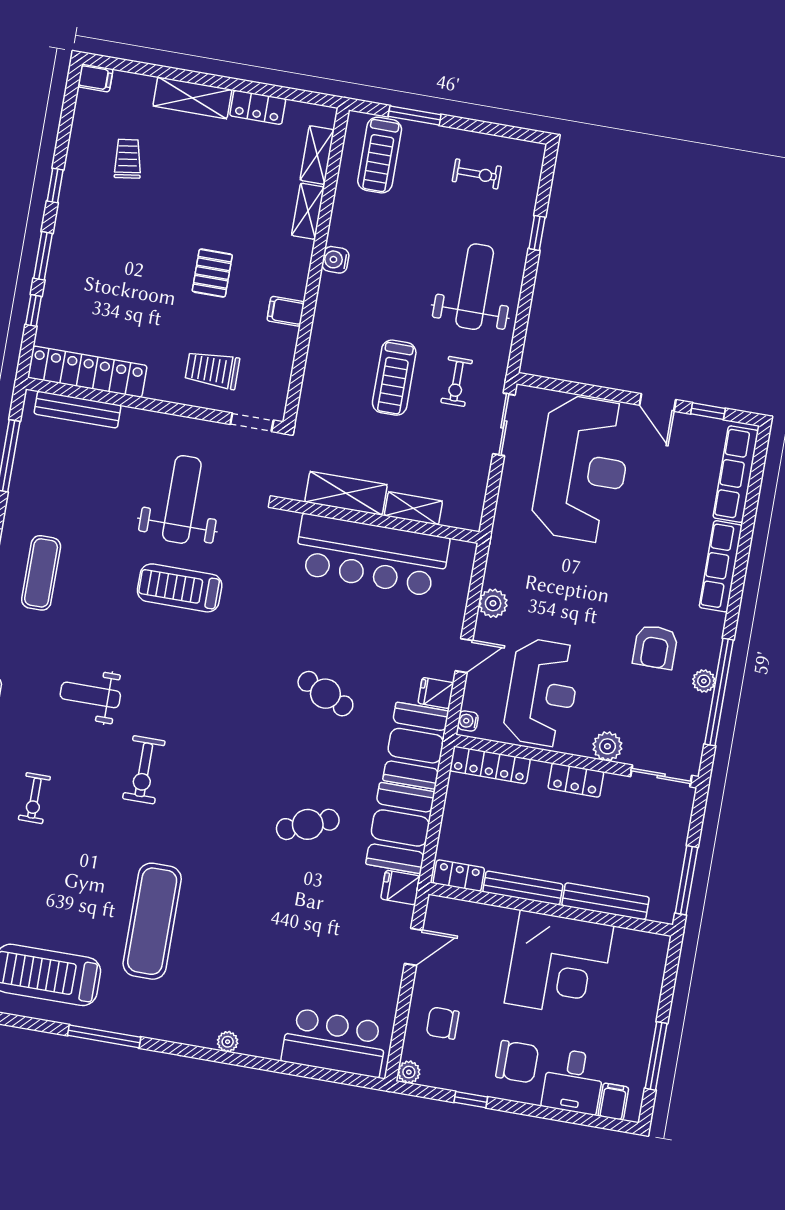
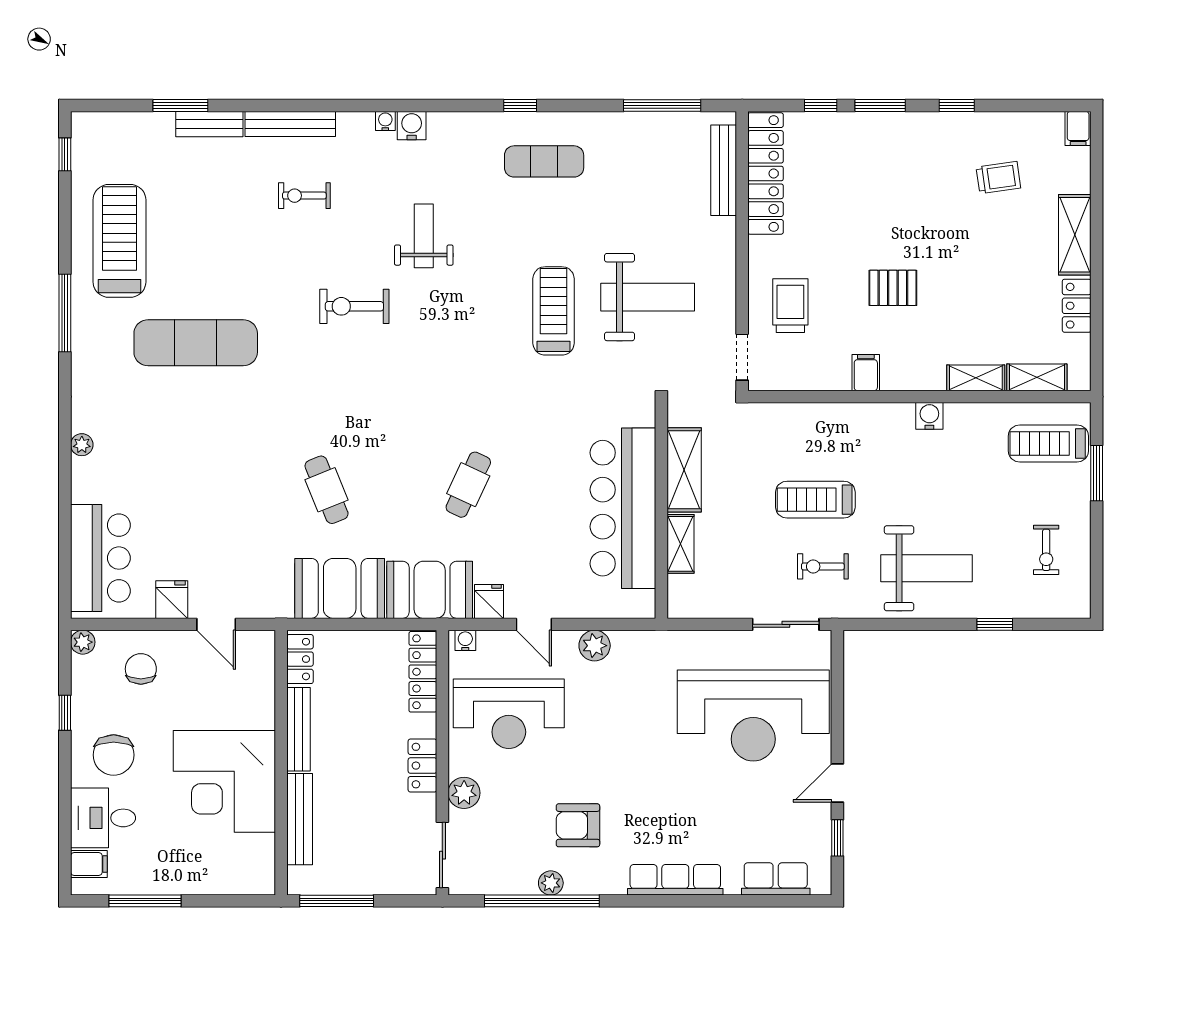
row of seats: (736, 474) -> (776, 879), width x0.68
fridge: (401, 888) -> (172, 600), moved

